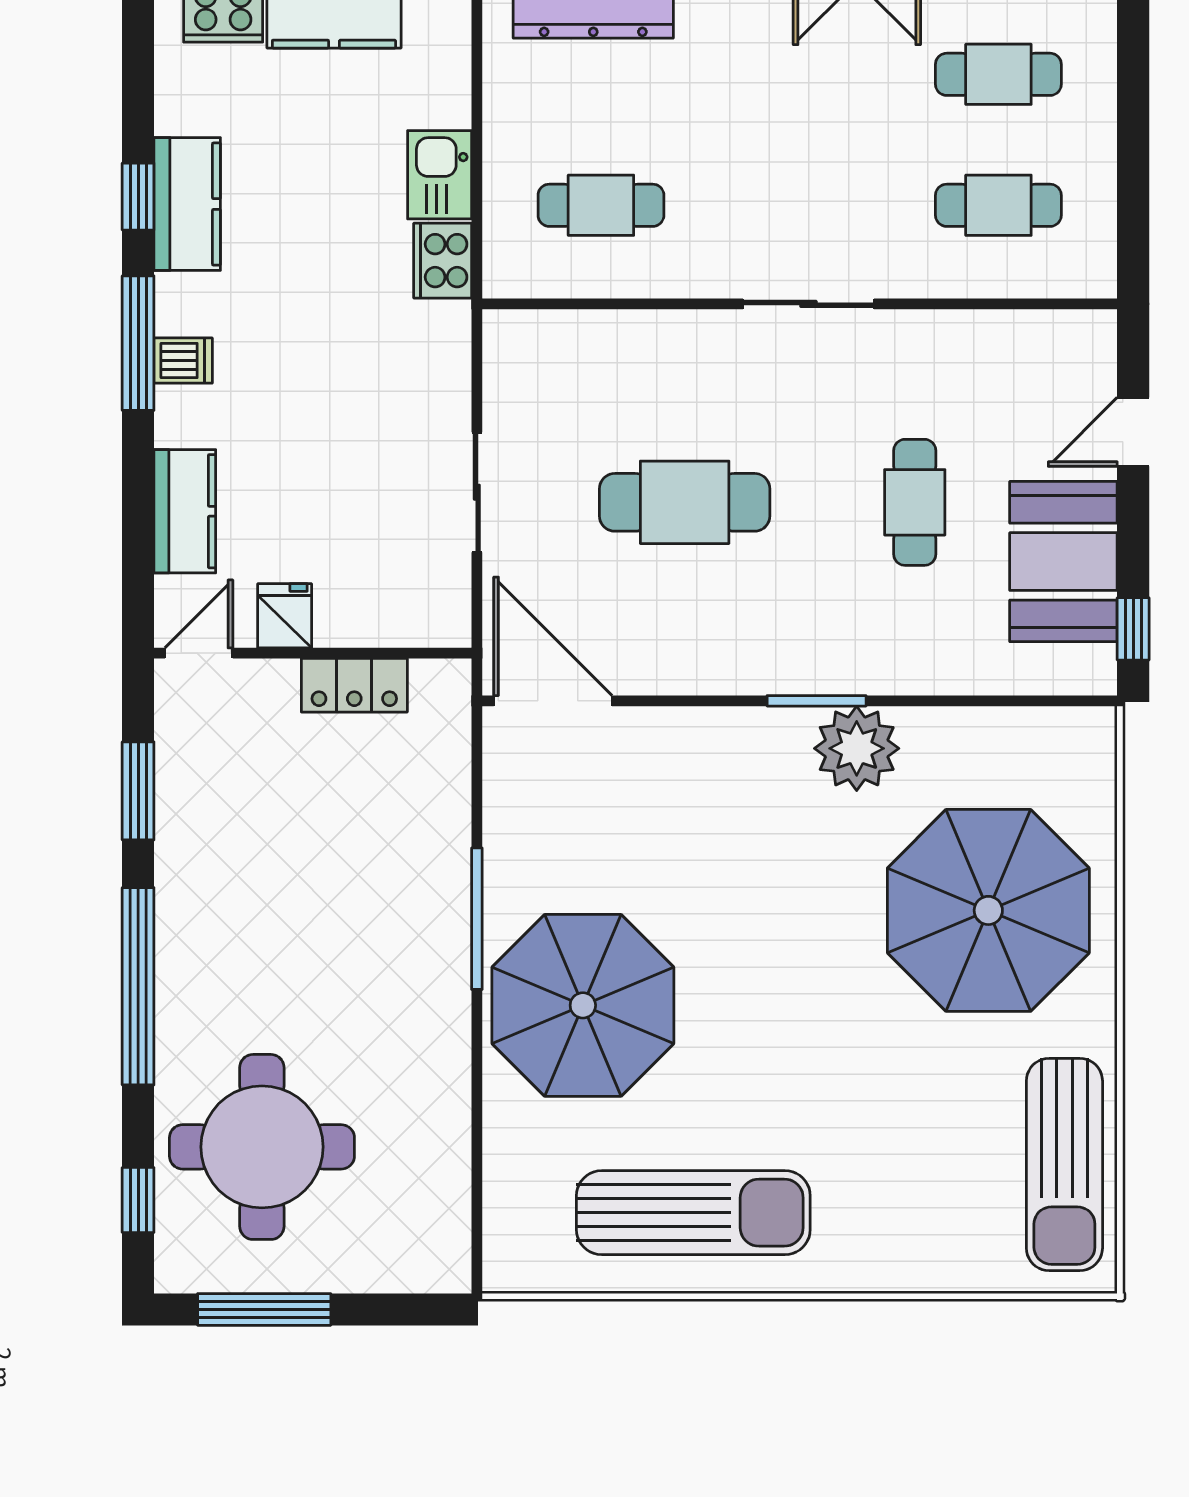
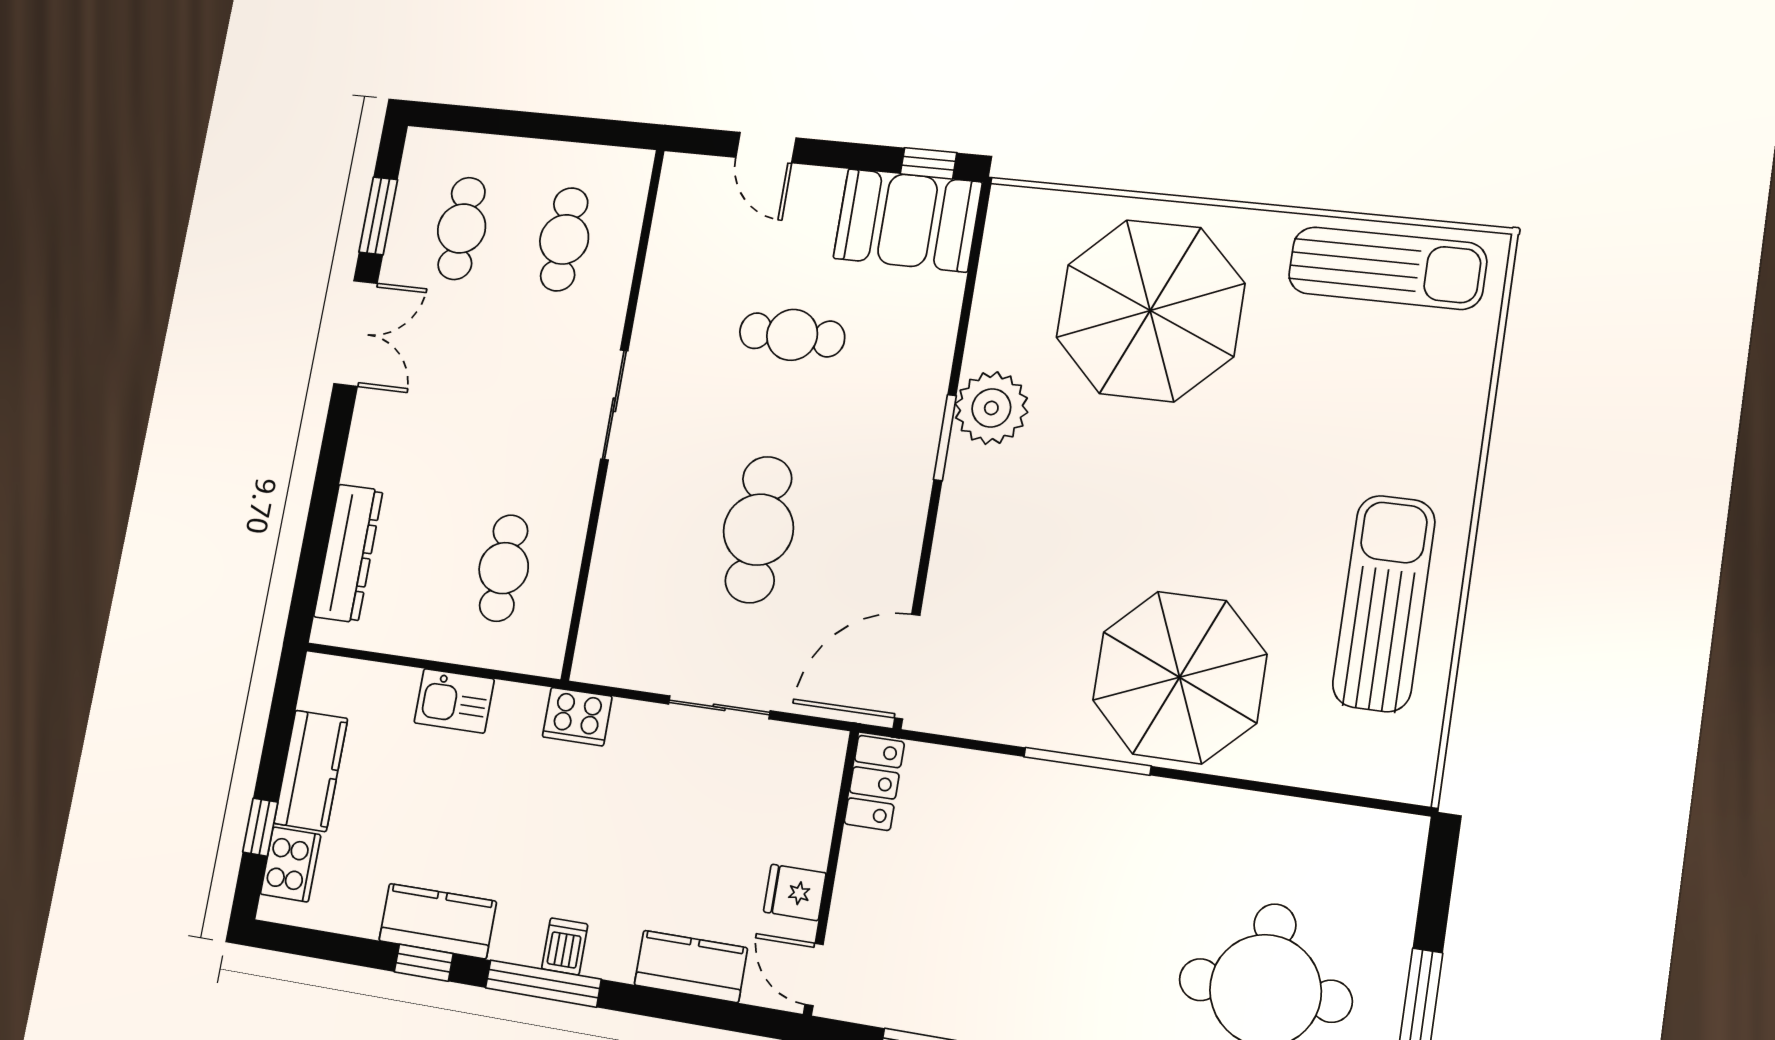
cooker: (443, 261) -> (577, 717), moved
booth: (1063, 562) -> (907, 220), moved
locker: (354, 685) -> (874, 783), moved

